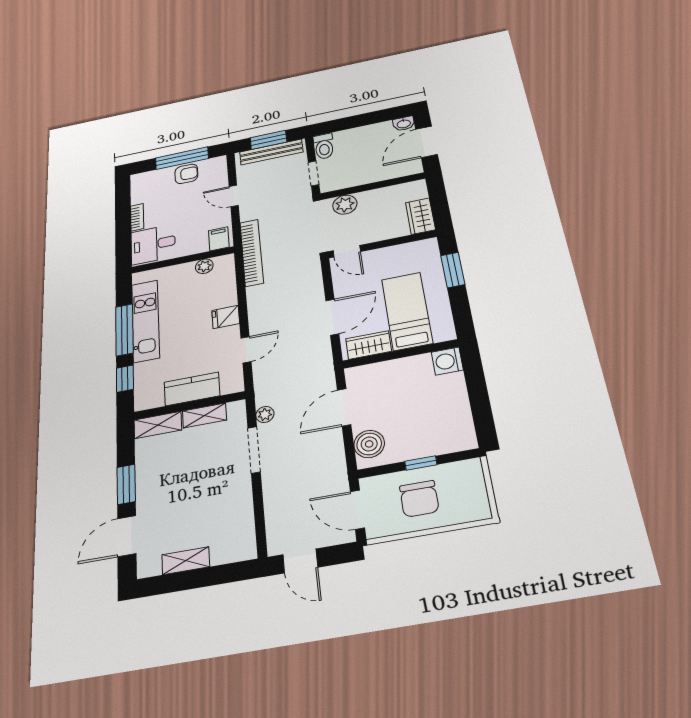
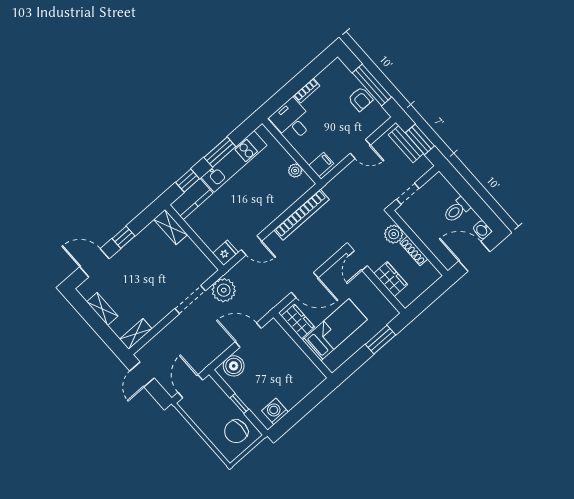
toilet: (324, 146) -> (457, 210), moved
bench: (271, 152) -> (406, 144), width x0.73
shoe rack: (378, 194) -> (414, 251), added
door: (234, 196) -> (360, 149), swing flipped
wardrobe: (420, 216) -> (391, 279), moved, turned 90
bookcase: (252, 253) -> (302, 215), moved
fridge: (226, 317) -> (226, 253), moved, turned 90
window: (124, 330) -> (220, 152), width x0.69
washing machine: (447, 361) -> (275, 411), moved
kitchen counter: (192, 389) -> (191, 199), moved, turned 90
plant: (265, 414) -> (224, 290), width x1.88, depth x1.88
shelving: (204, 415) -> (136, 334), moved, turned 90
window: (126, 484) -> (123, 237), width x0.67
chair: (419, 499) -> (236, 431), moved

